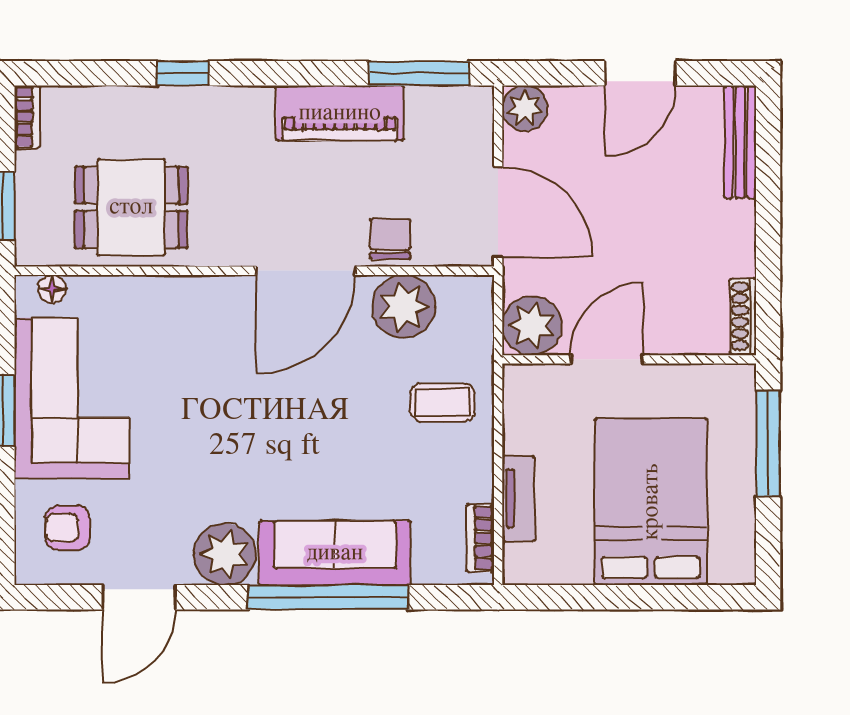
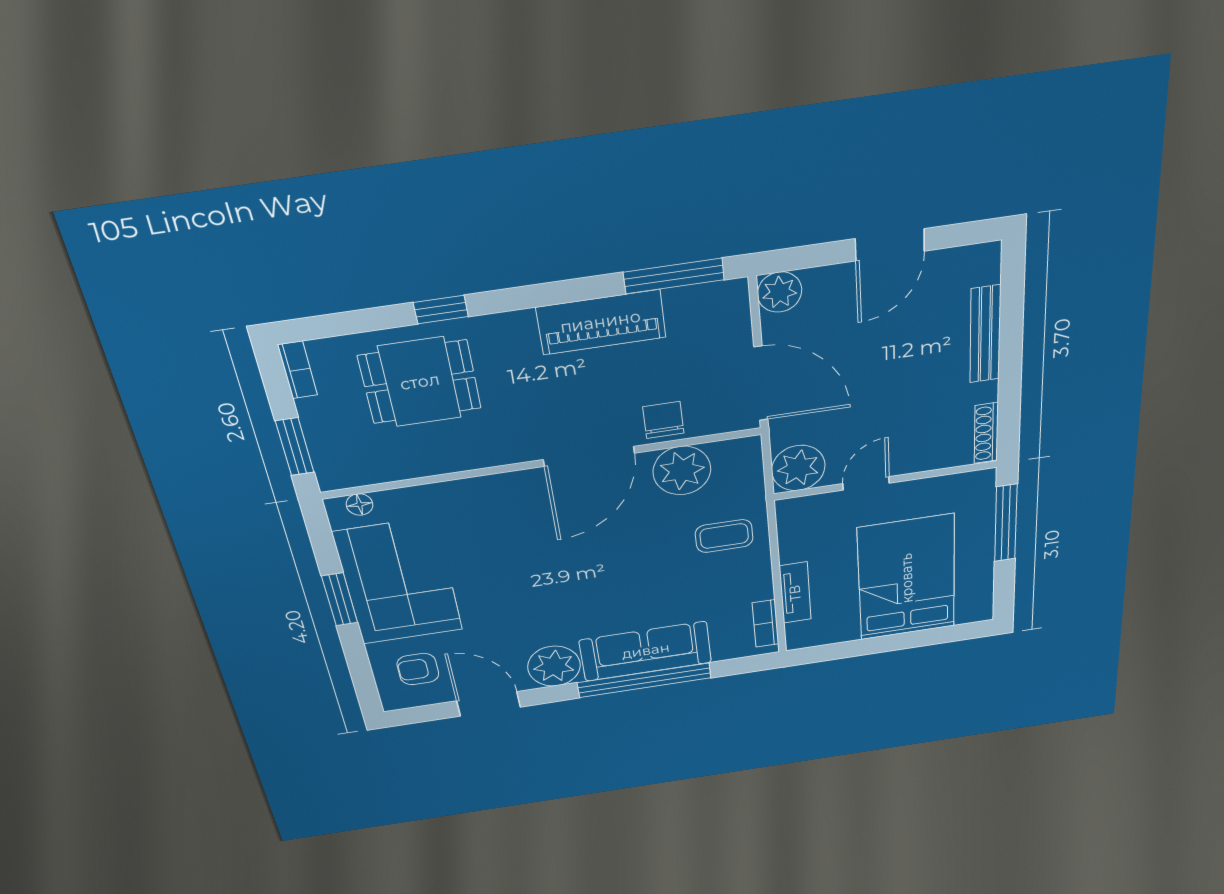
bench: (740, 142) -> (985, 334), moved
dining table: (131, 207) -> (420, 382), moved
door: (607, 359) -> (866, 483), width x0.73
door: (139, 597) -> (489, 704), swing flipped

